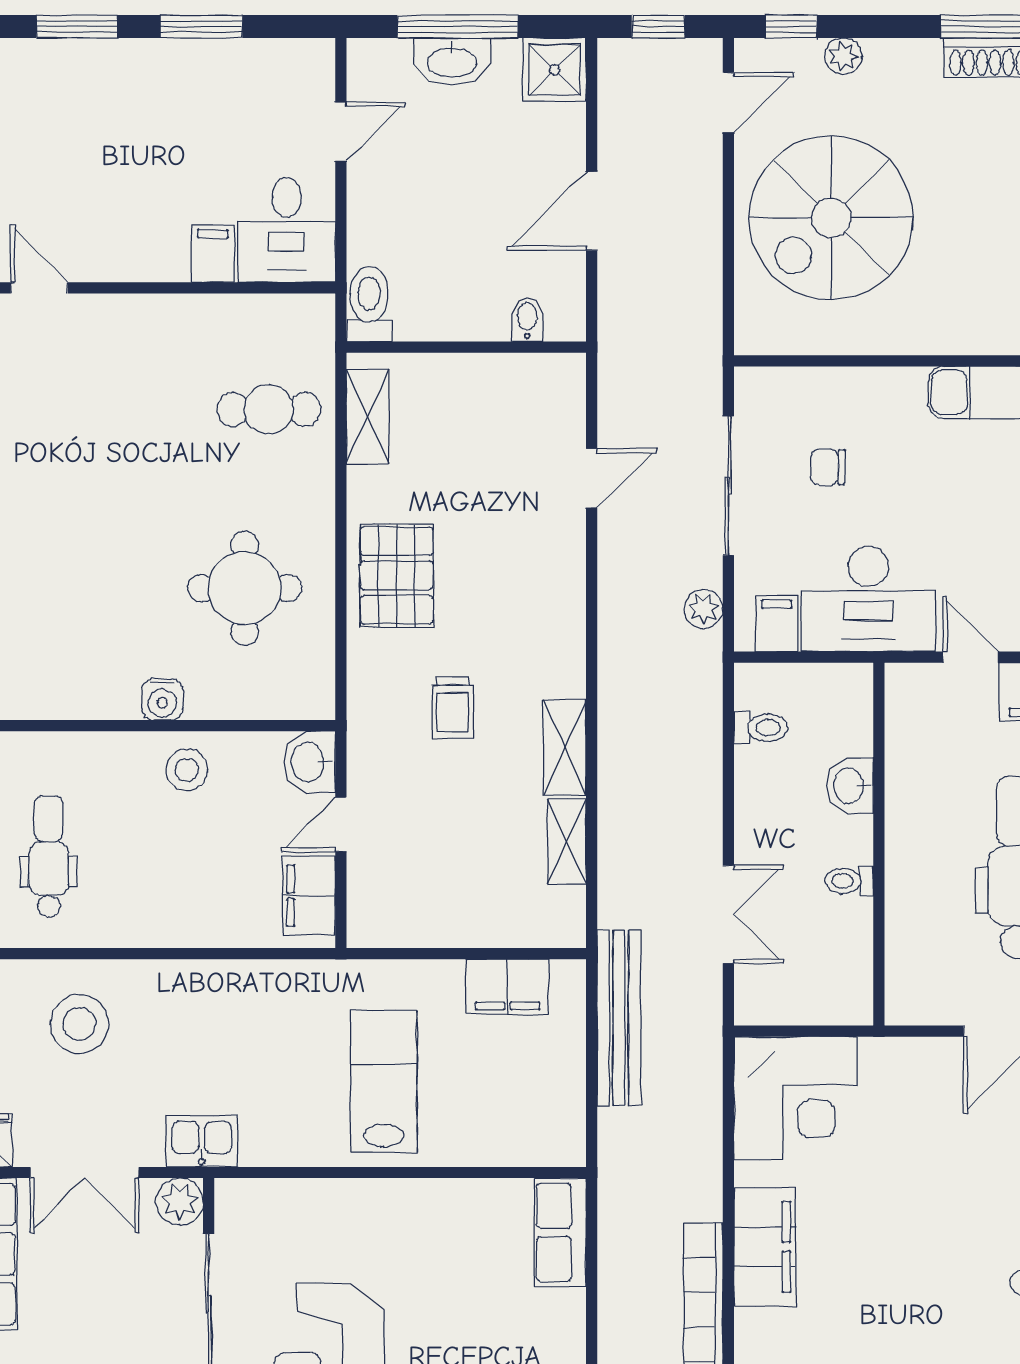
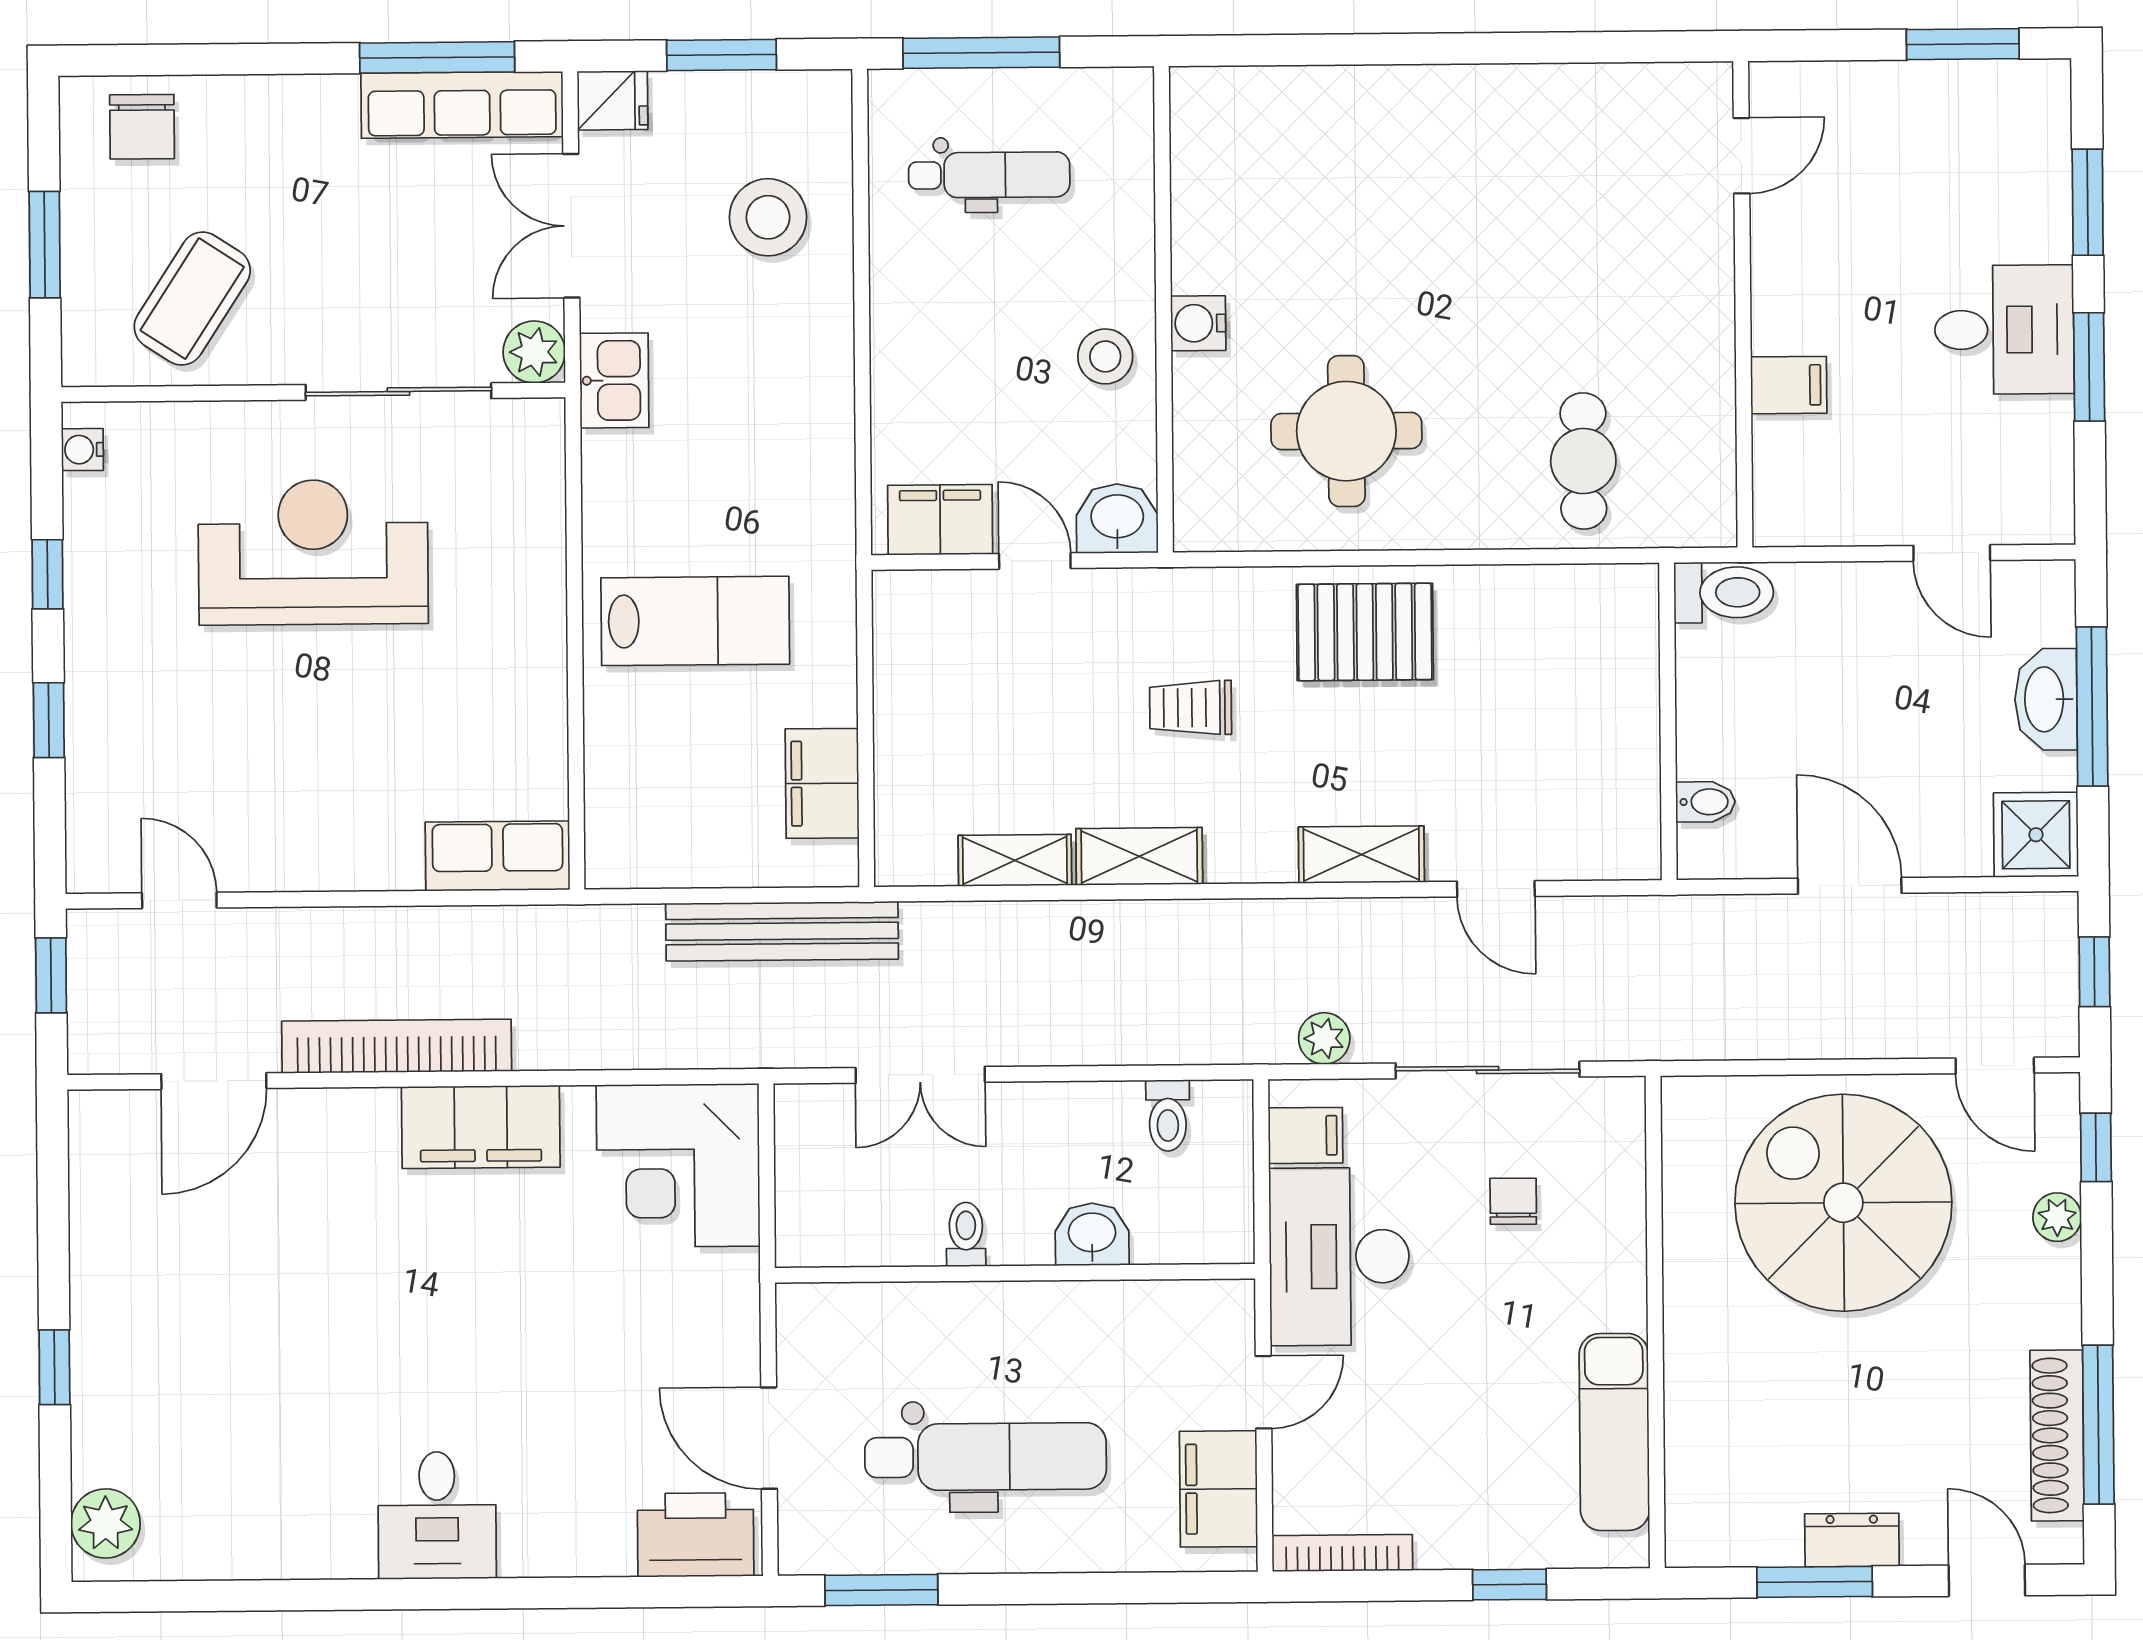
desk: (287, 230) -> (2004, 330), moved, turned 180
shelving: (368, 417) -> (1361, 855), moved

